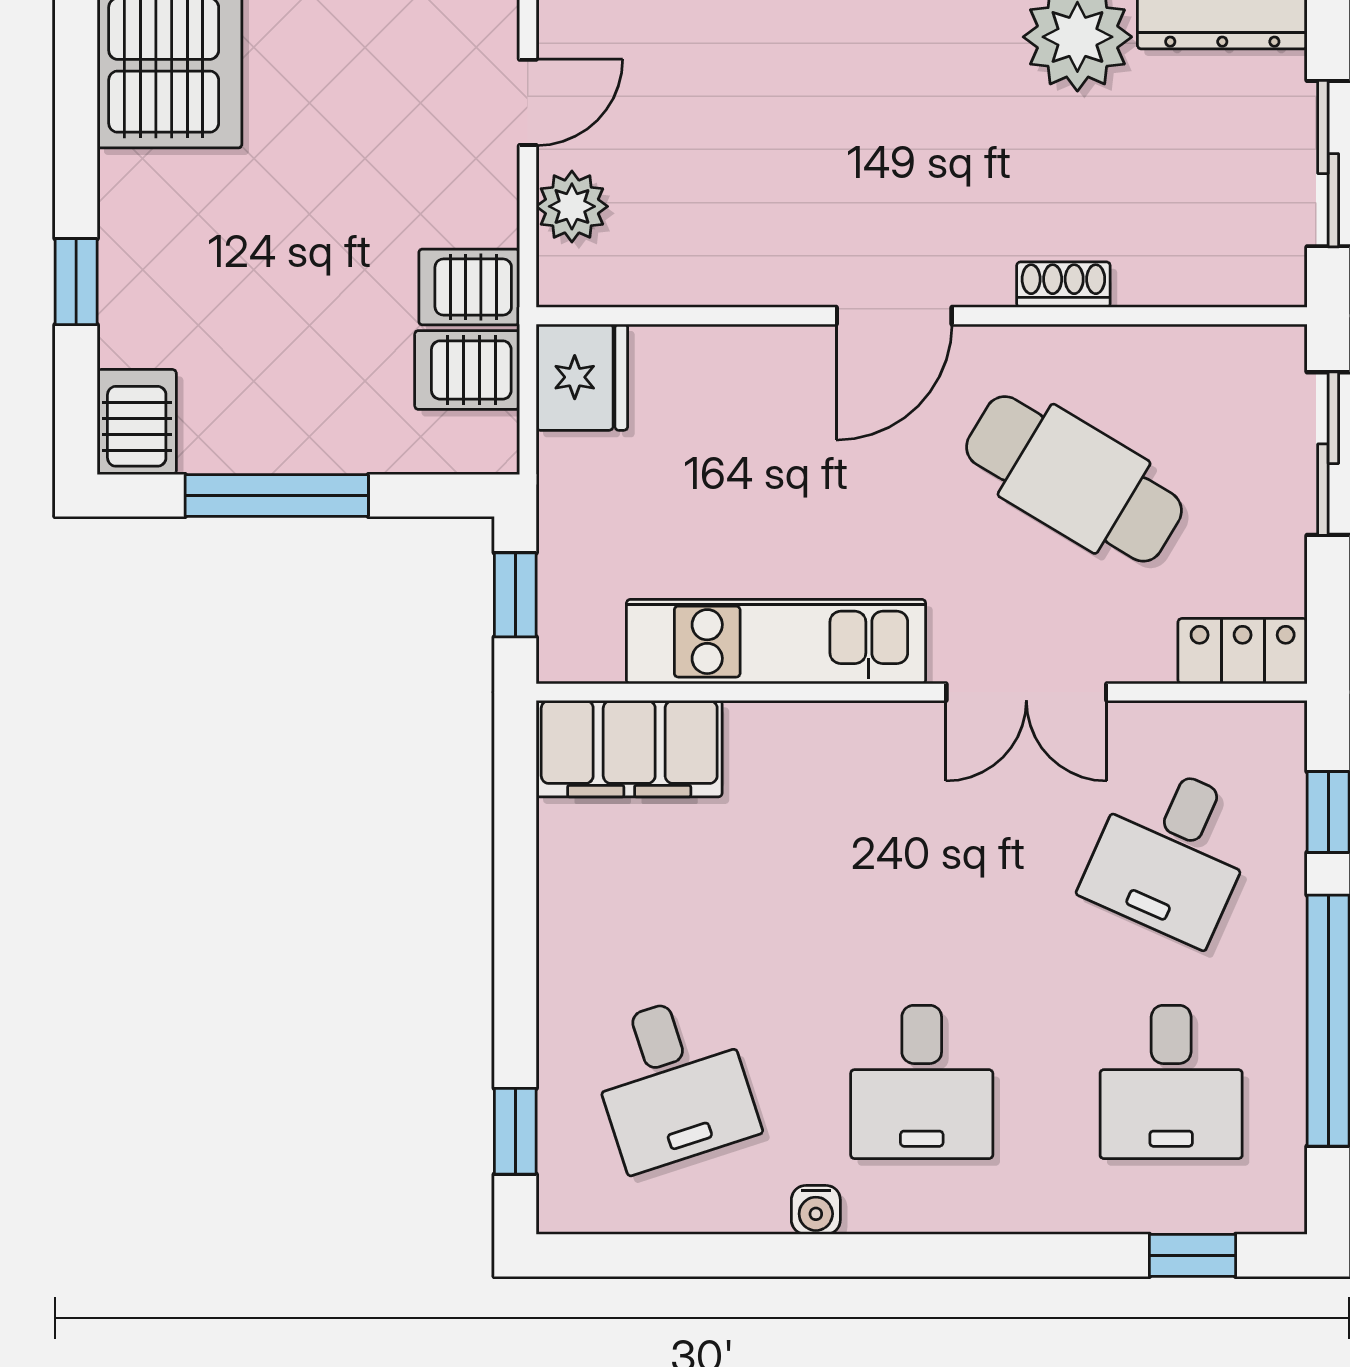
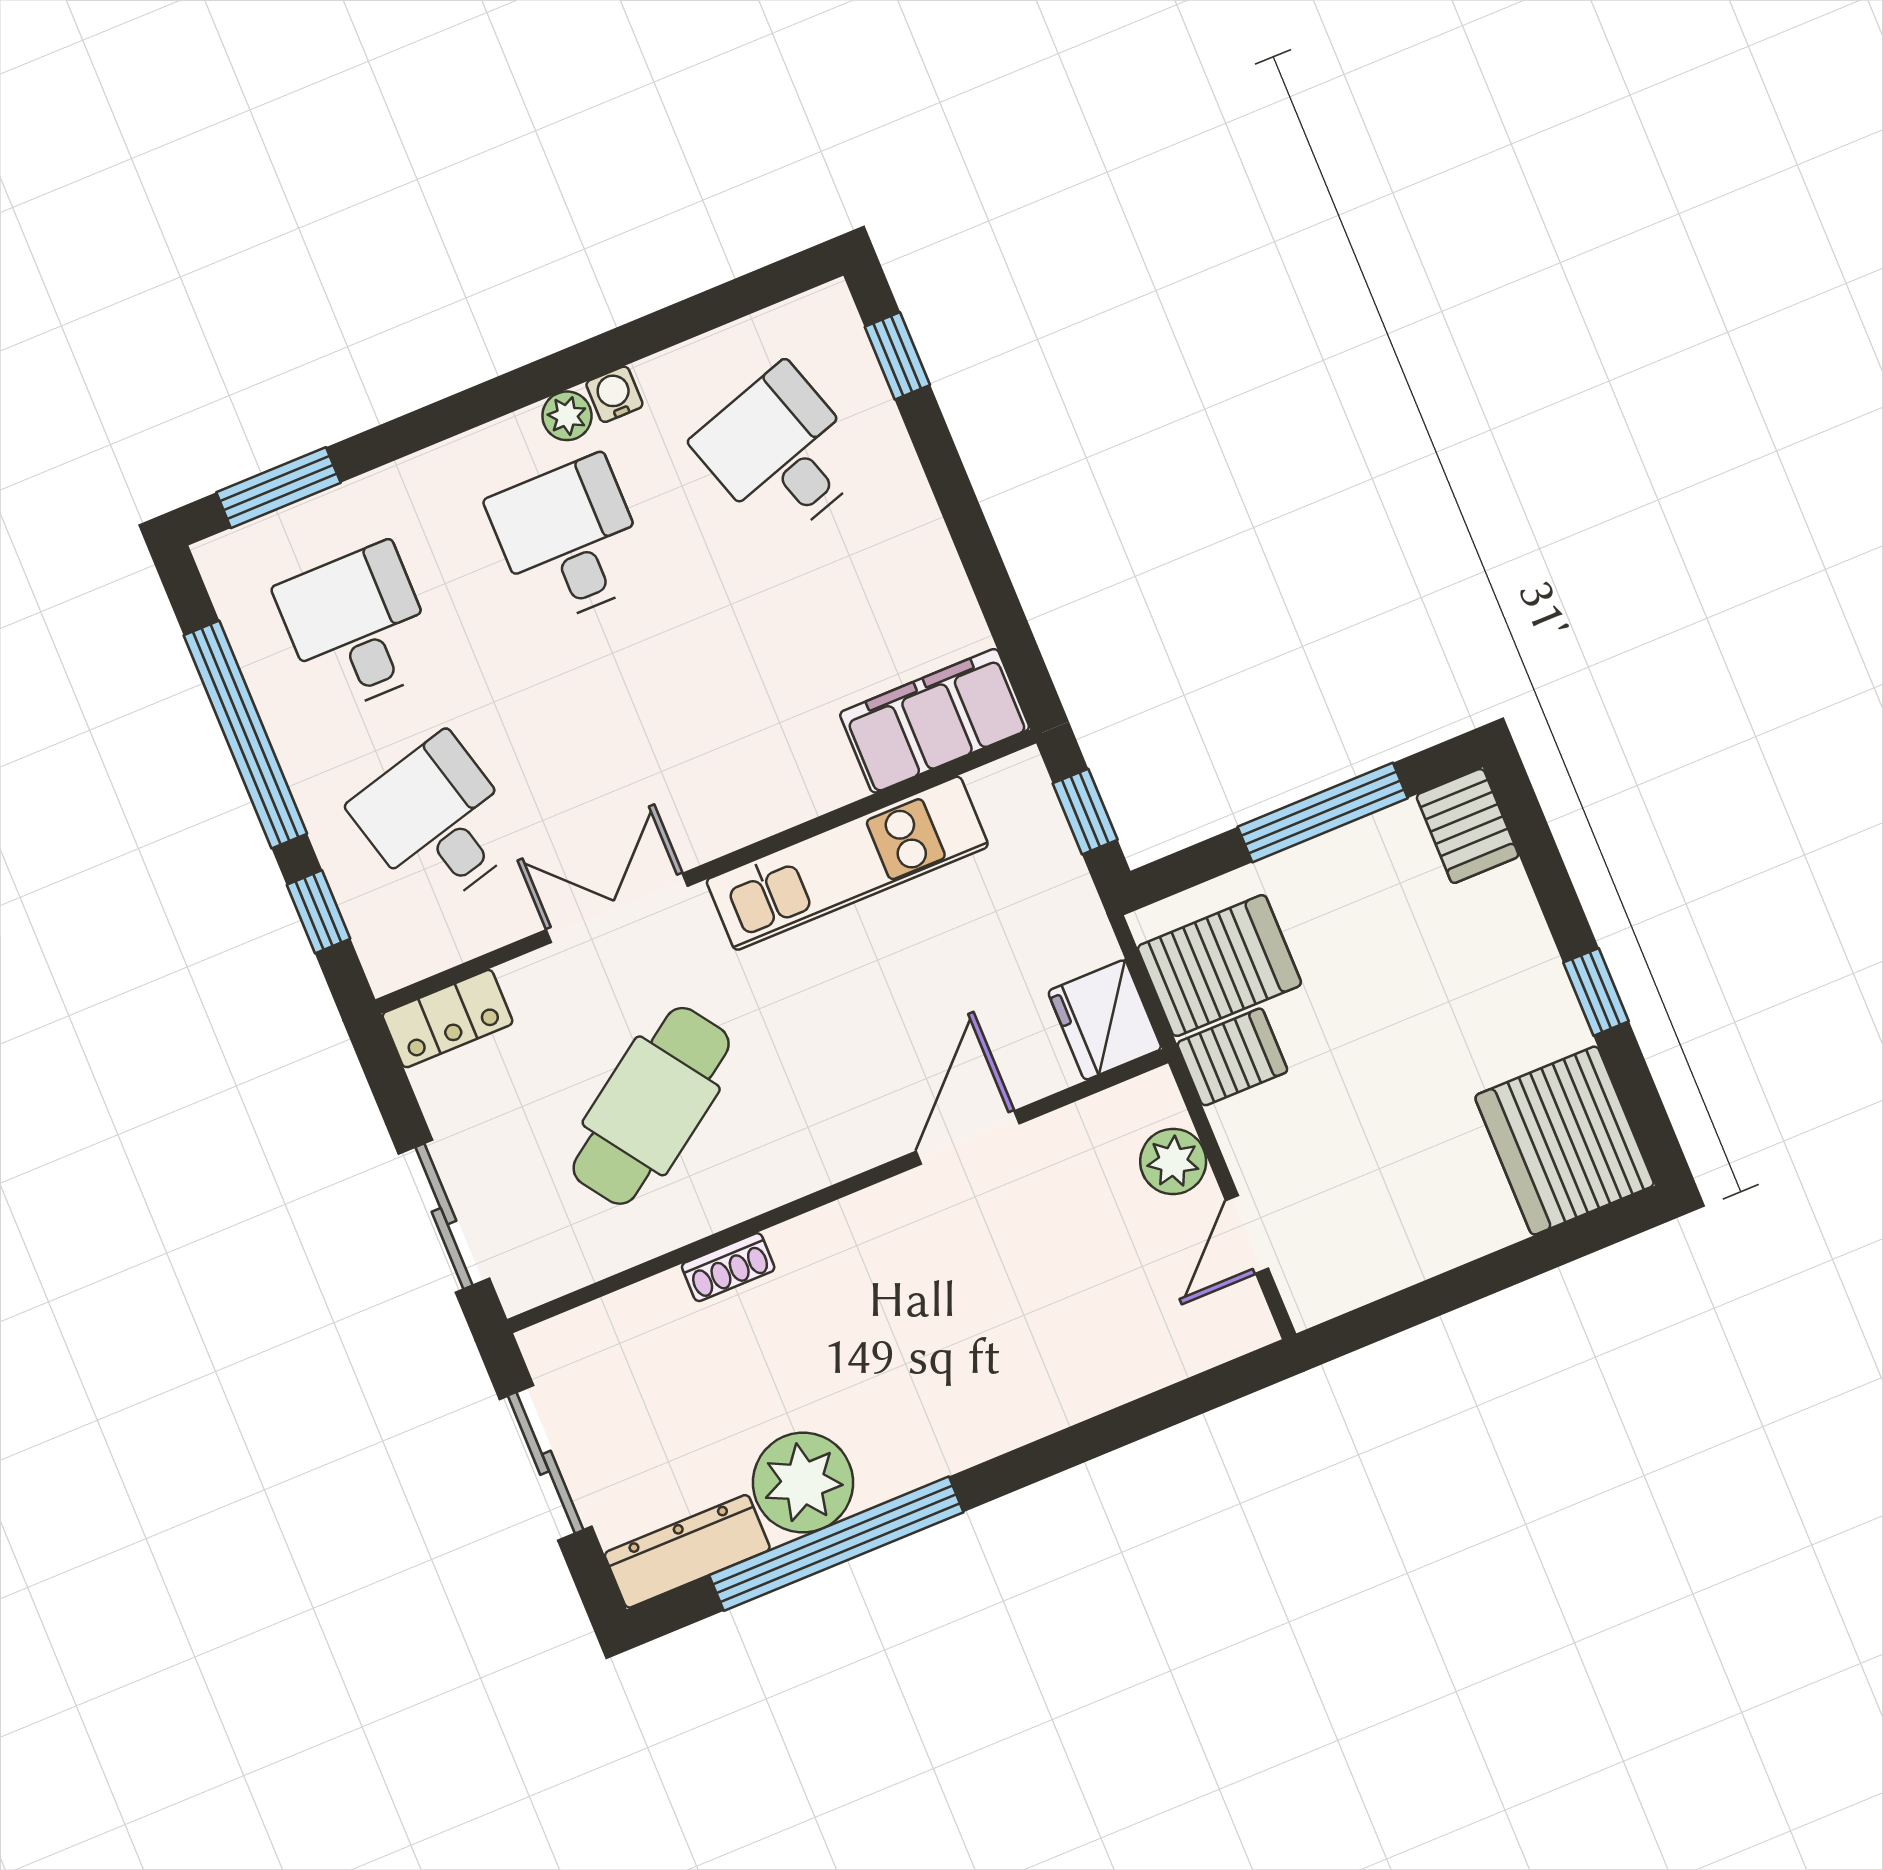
window: (76, 282) -> (1596, 992), moved
door: (894, 316) -> (968, 1138), moved
server rack: (467, 370) -> (1219, 966), width x1.36, depth x1.44
cafe table: (1074, 479) -> (651, 1106), turned -66
desk: (1171, 853) -> (438, 822), turned -39
plant: (873, 1208) -> (567, 416), added
window: (1193, 1255) -> (278, 488), width x1.50

